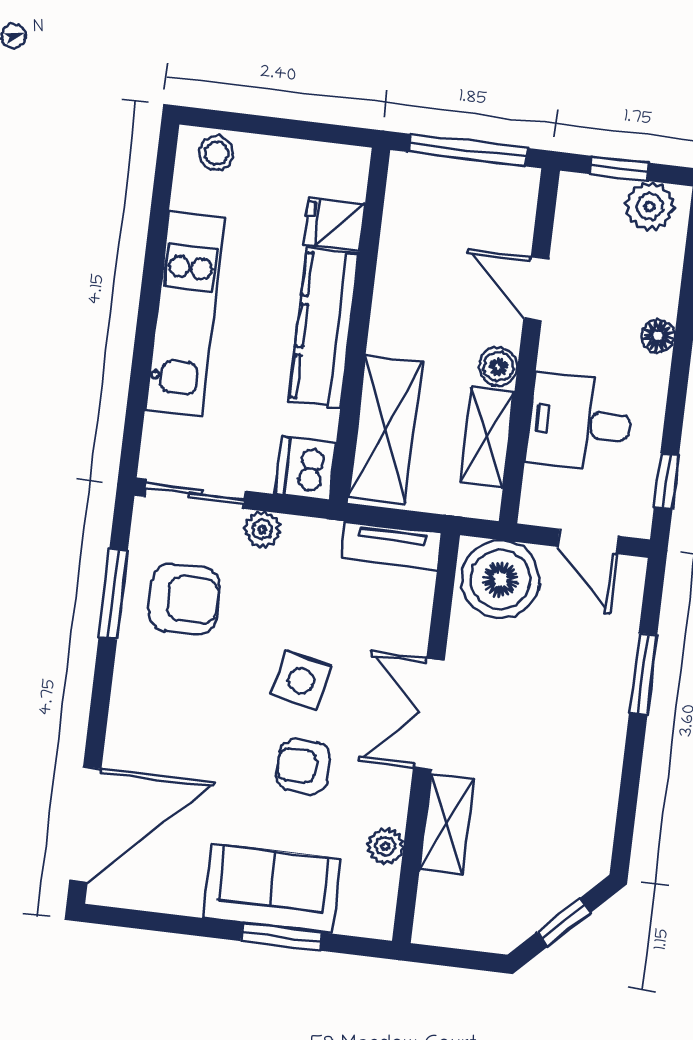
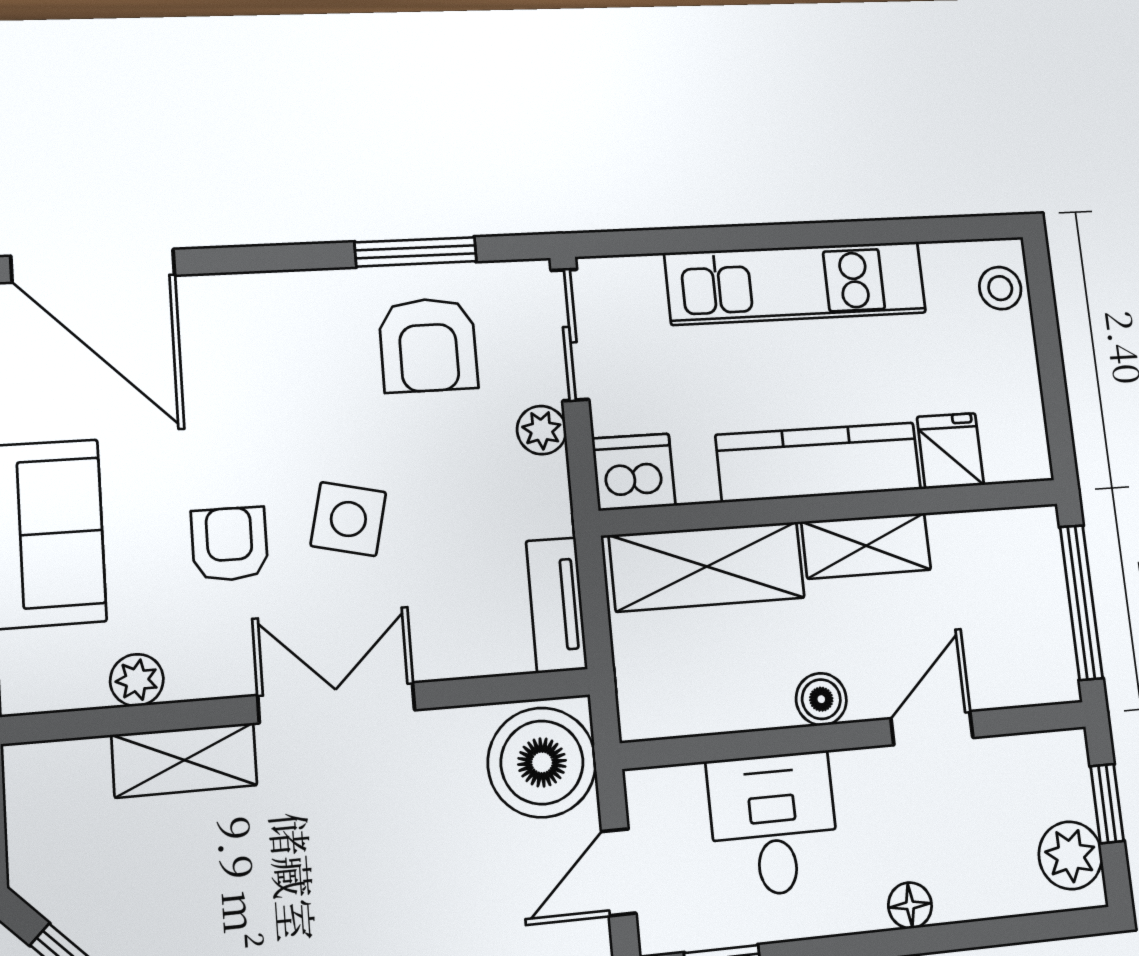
shelving: (487, 437) -> (866, 546), moved

